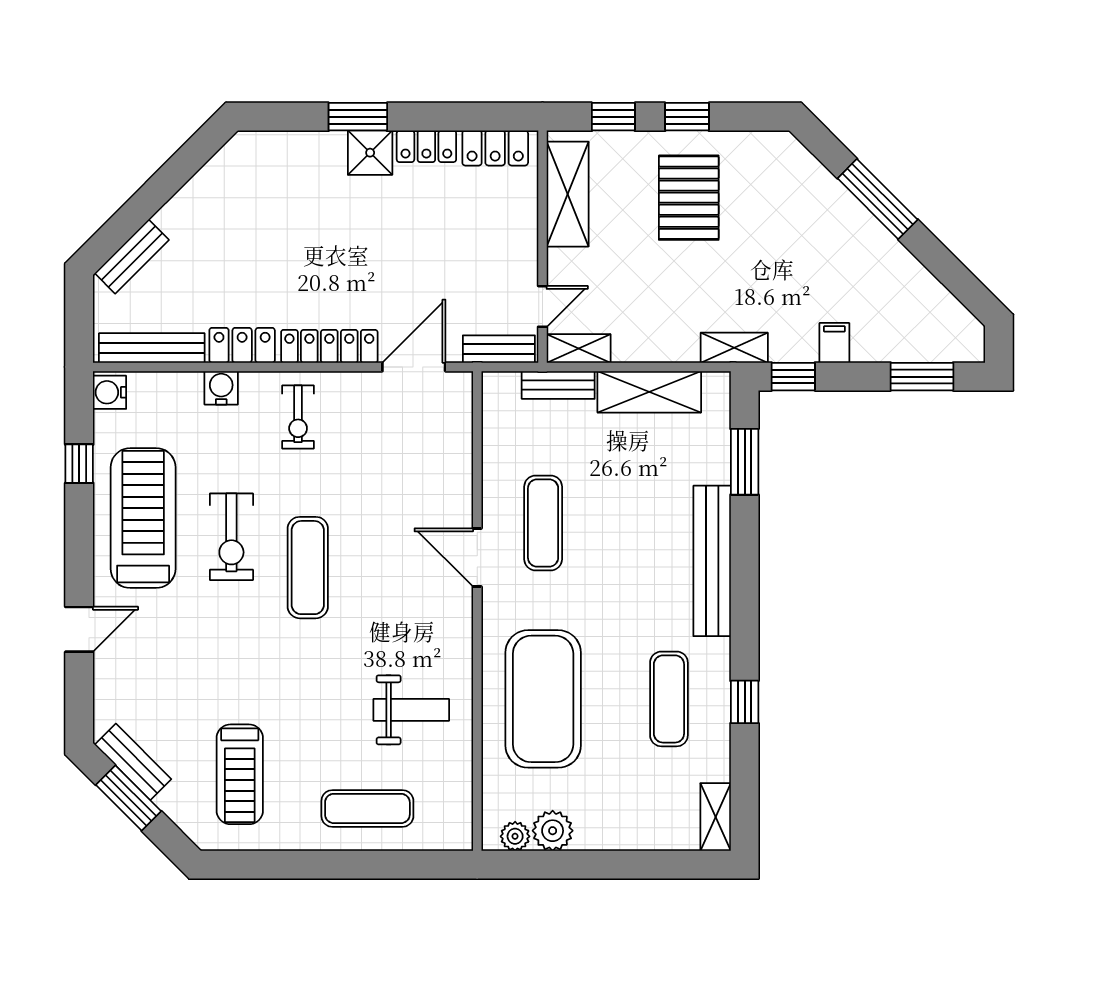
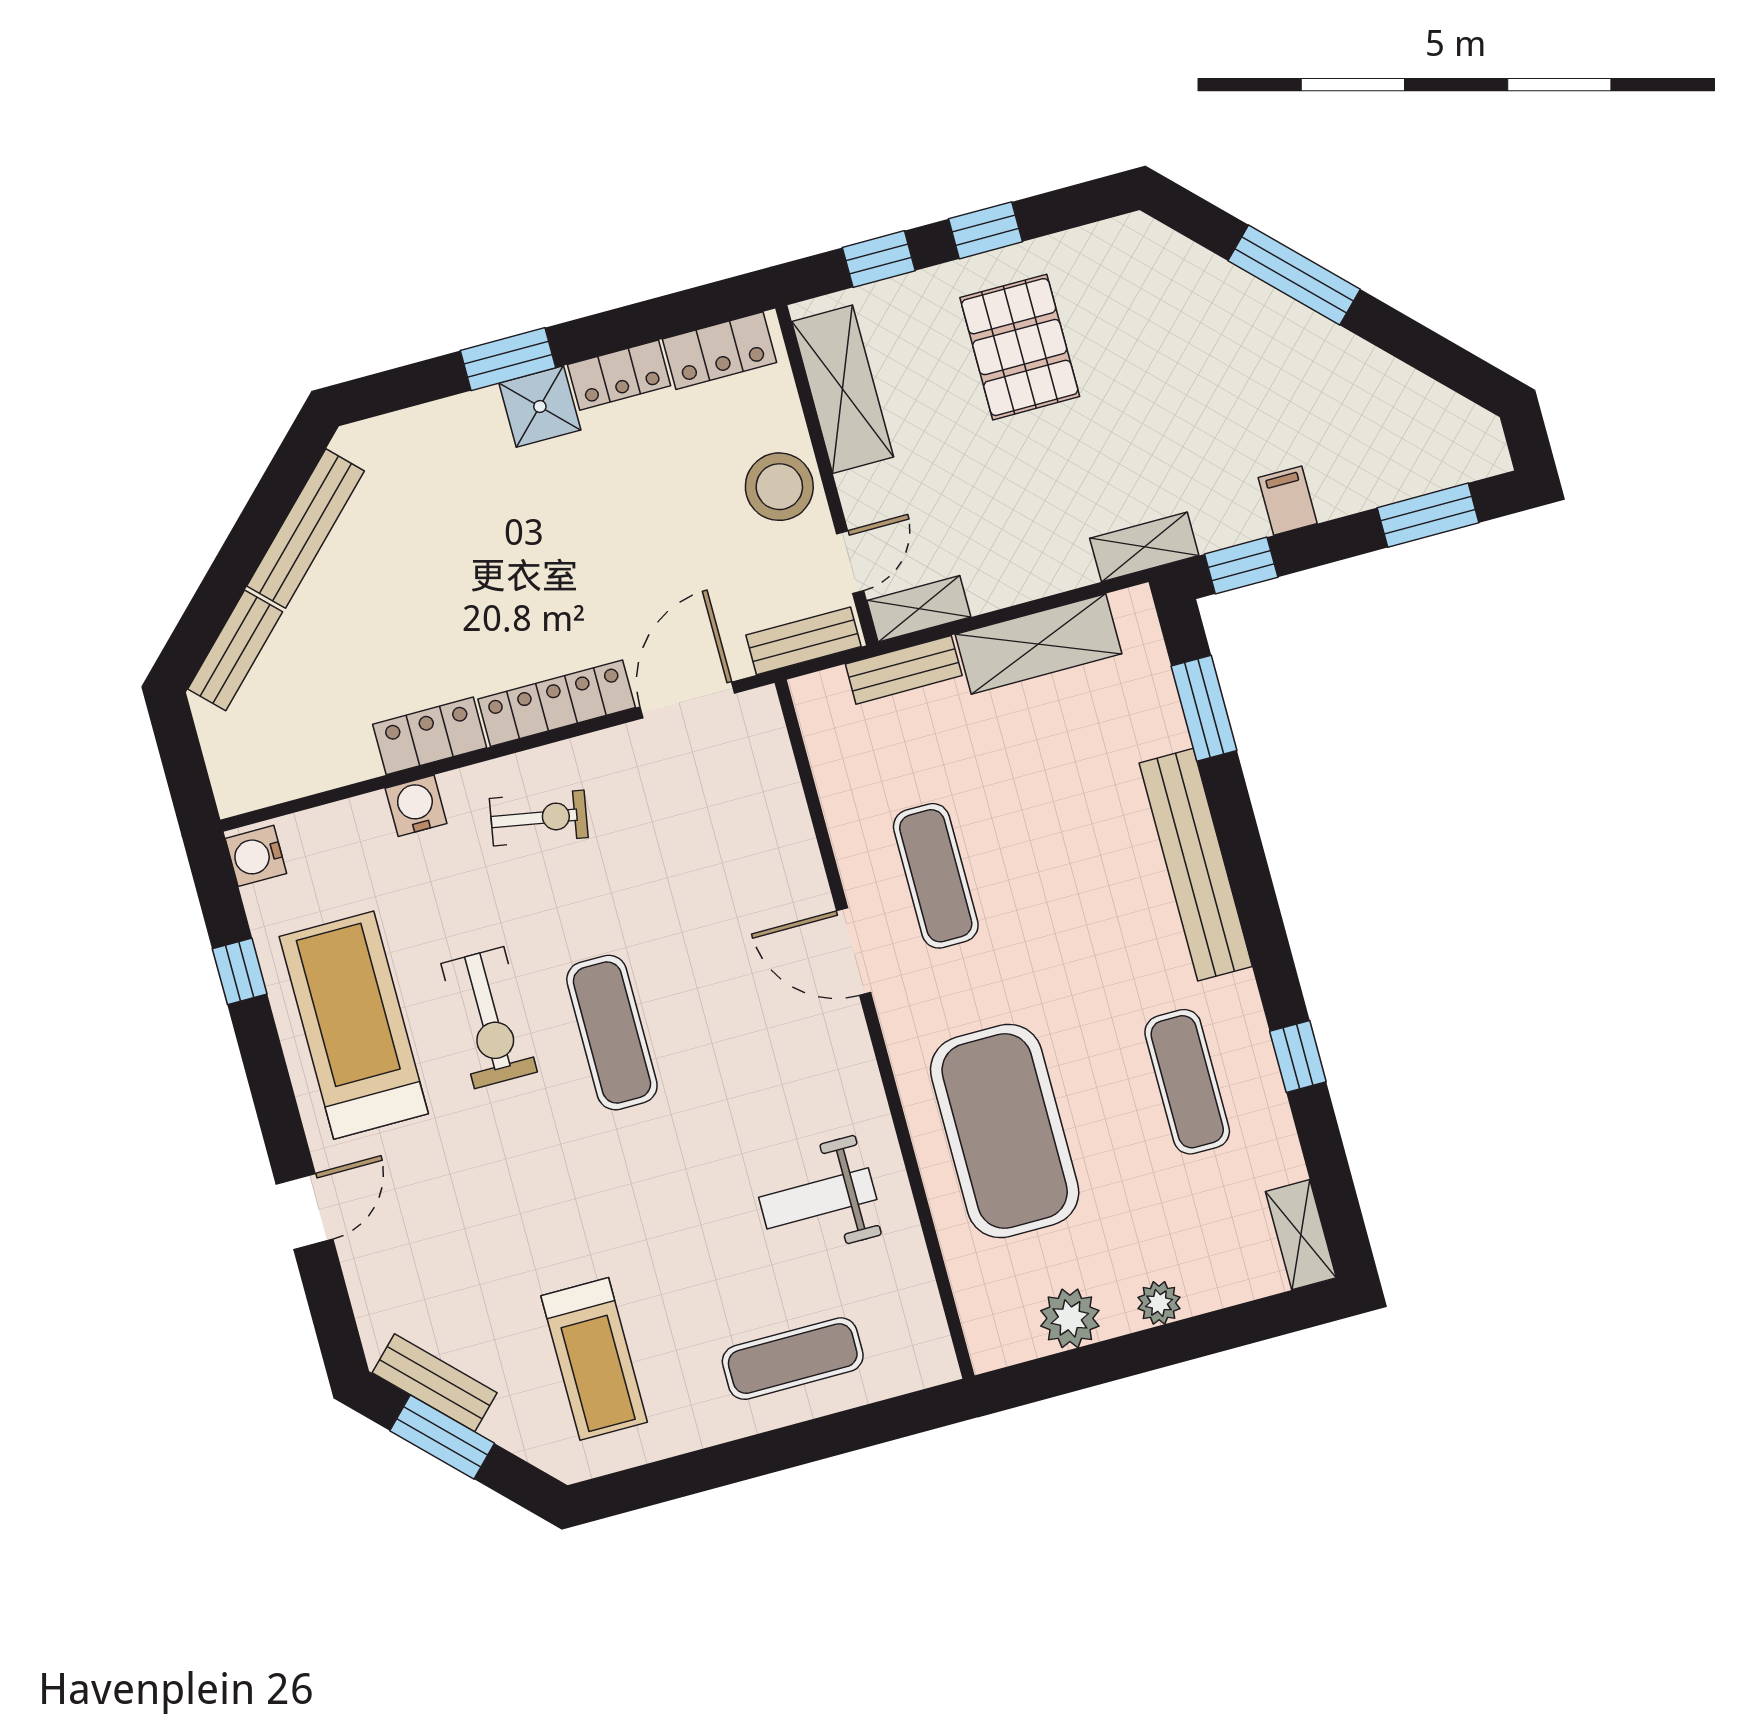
stool: (510, 246) -> (779, 487), added
bench: (152, 348) -> (306, 529), moved, turned -45
exercise bike: (298, 417) -> (539, 818), turned -80
weight bench: (411, 710) -> (818, 1198), turned 180
plant: (515, 836) -> (1159, 1303), moved

